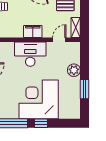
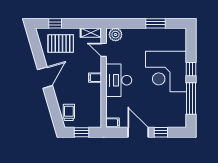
filing cabinet: (33, 31) -> (95, 78), width x0.50
plant: (74, 70) -> (116, 35), moved

